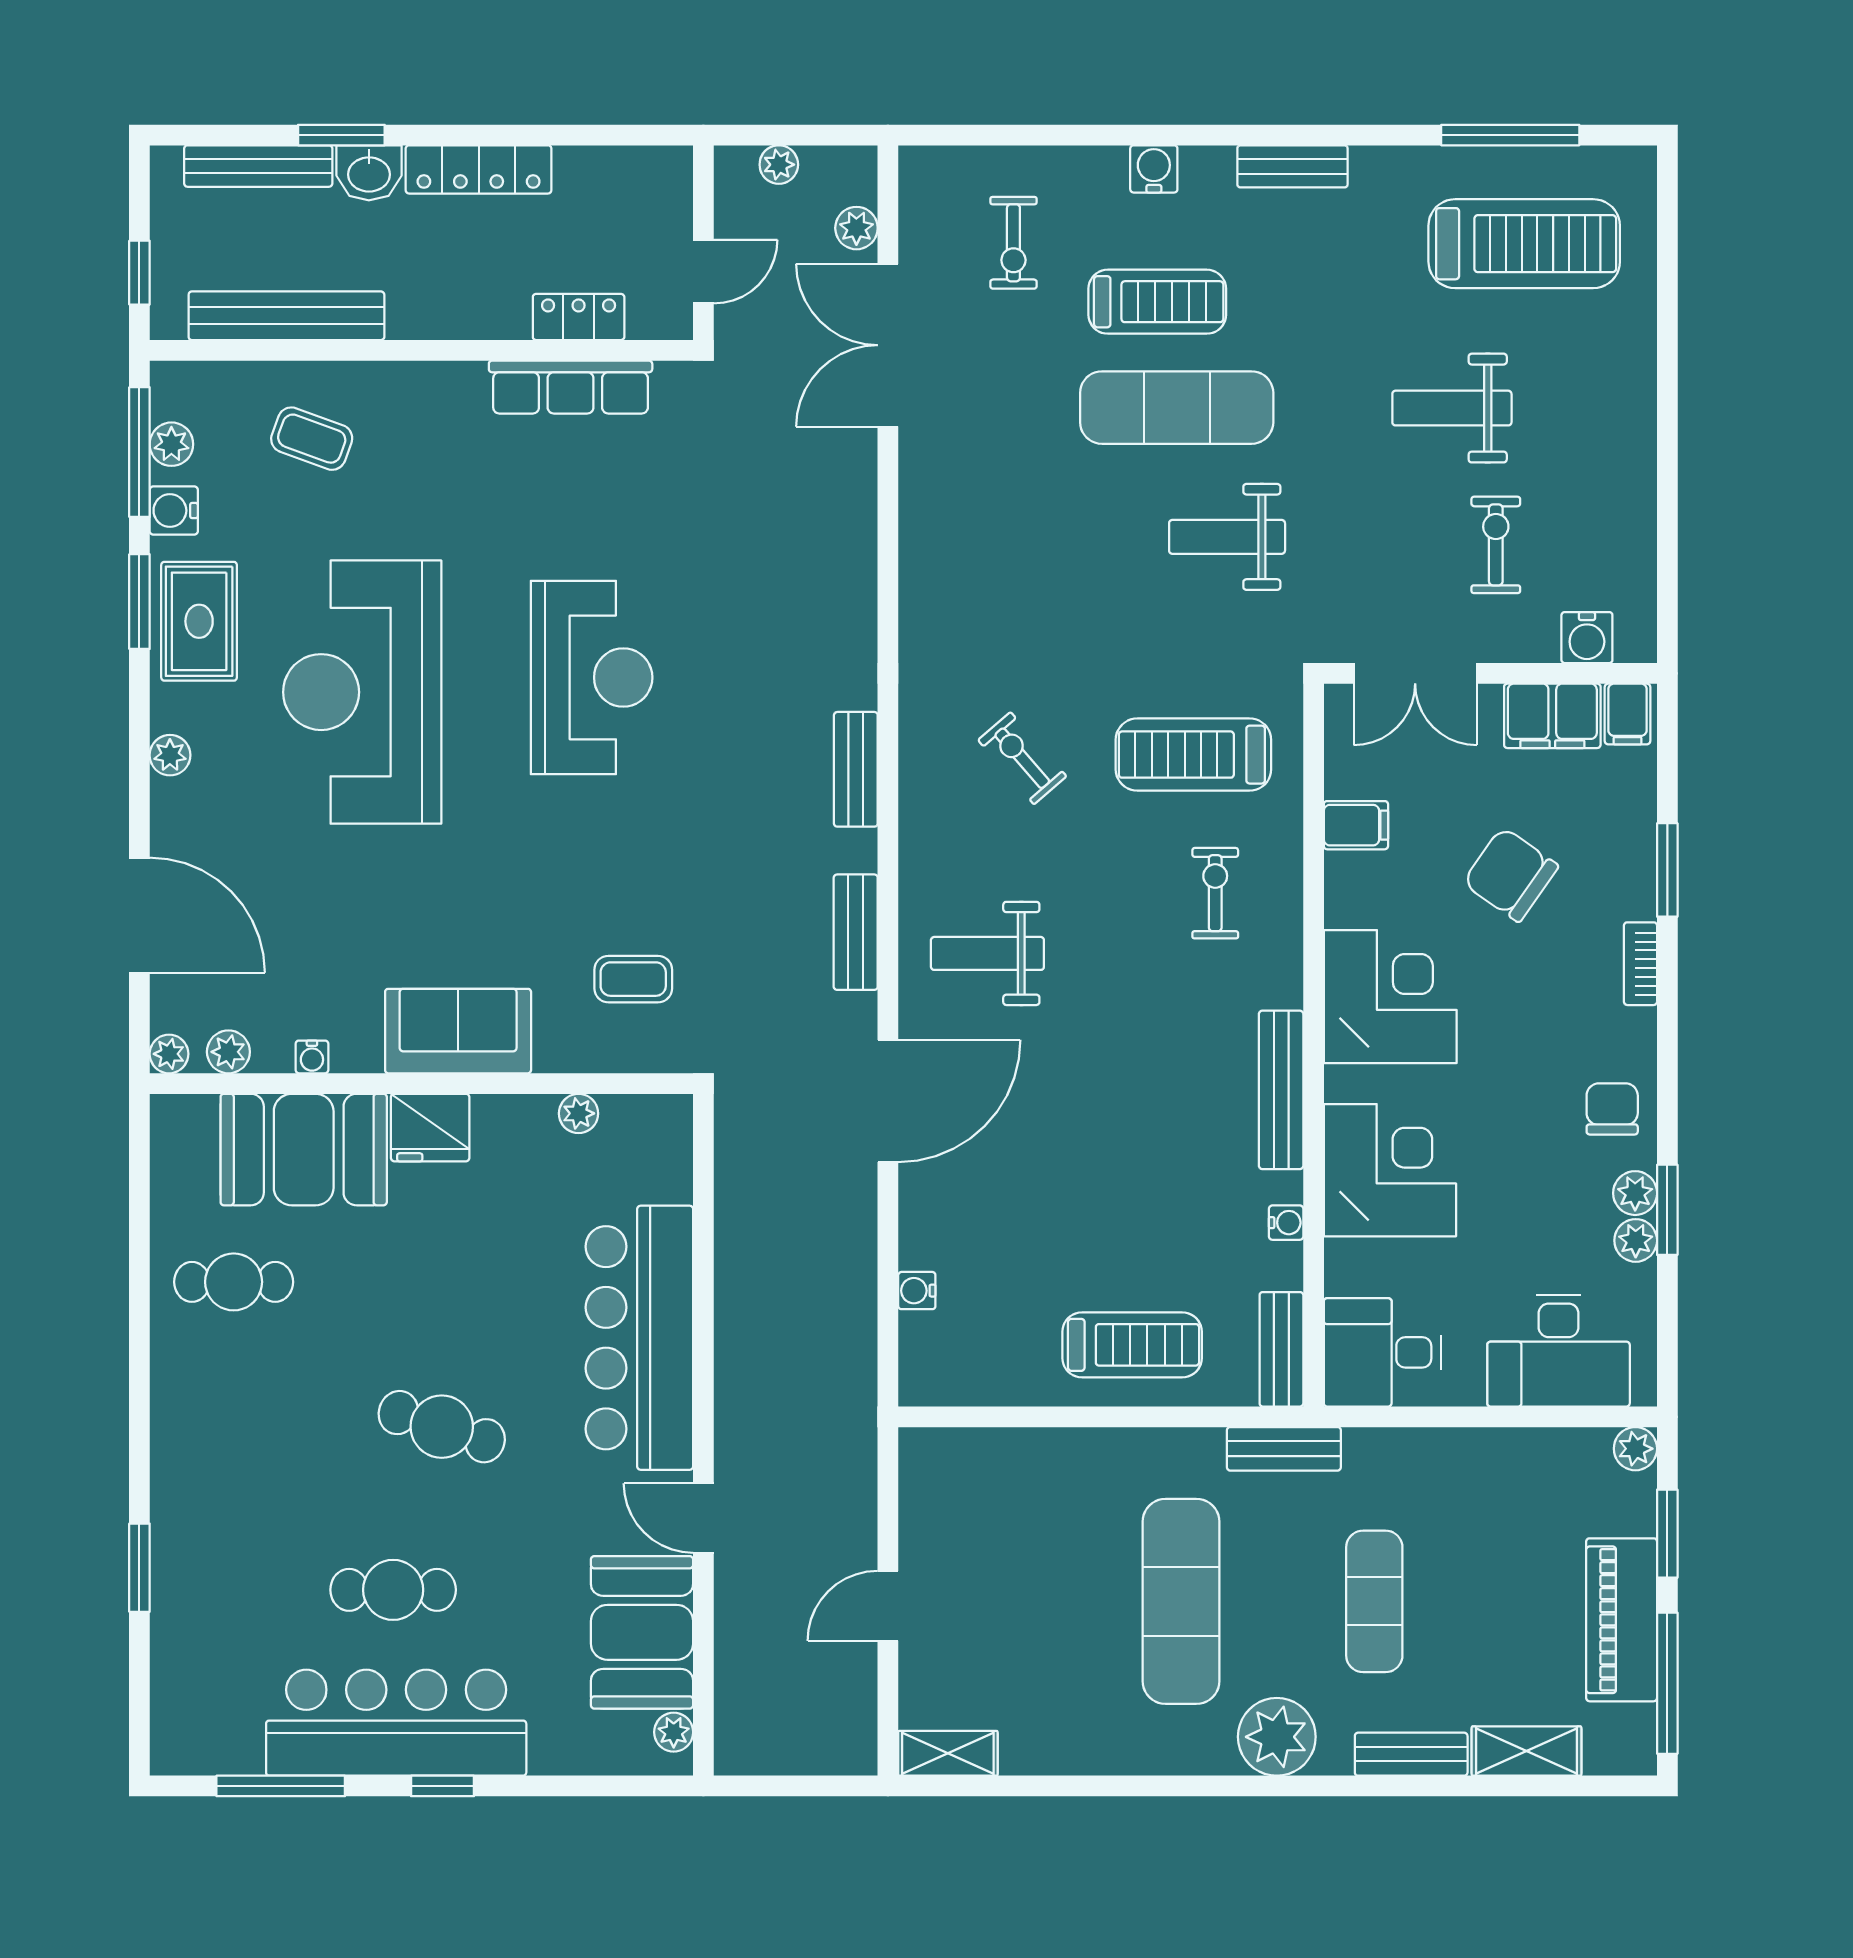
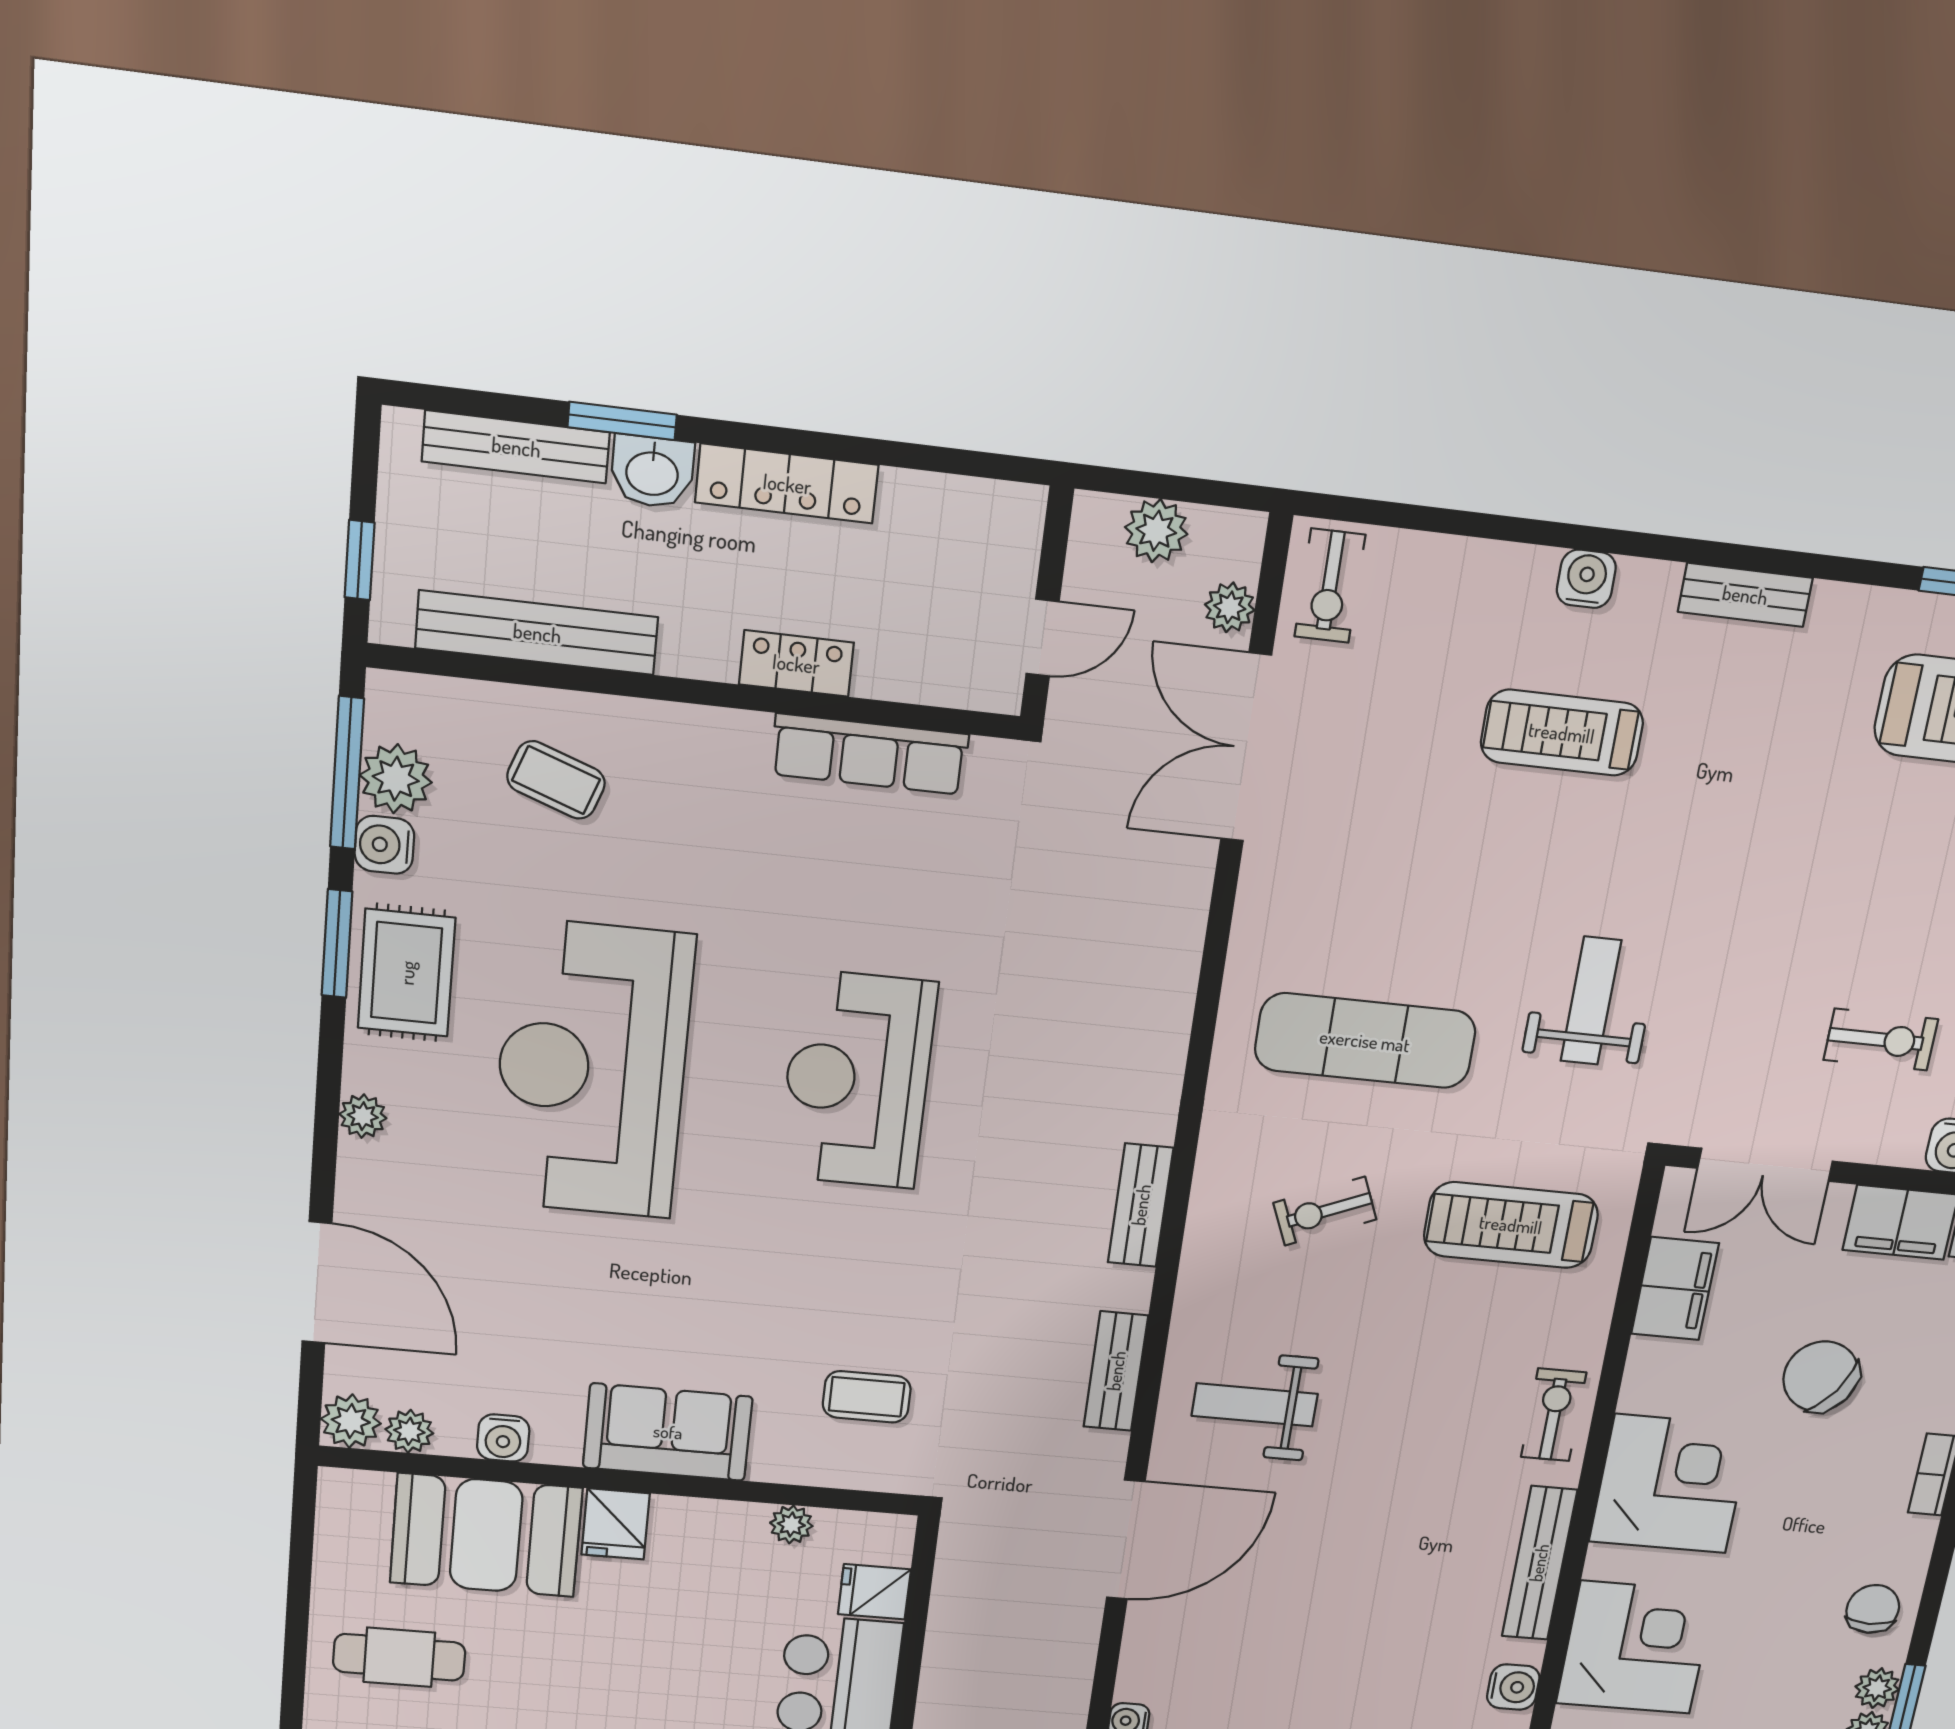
plant: (779, 165) -> (1156, 531), width x1.38, depth x1.38
exercise bike: (1013, 243) -> (1330, 586), moved
treadmill: (1157, 302) -> (1562, 733), turned 180
locker: (579, 317) -> (796, 664), moved
exercise mat: (1177, 408) -> (1365, 1041), moved
weight bench: (1452, 408) -> (1866, 888), removed
plant: (171, 444) -> (396, 779), width x1.38, depth x1.38
weight bench: (1227, 537) -> (1591, 1001), turned 90
exercise bike: (1496, 545) -> (1881, 1040), turned 90
reception desk: (592, 677) -> (857, 1080), turned 180
exercise bike: (1022, 758) -> (1325, 1211), turned -72
filing cabinet: (1356, 825) -> (1675, 1289), width x2.00
exercise bike: (1215, 893) -> (1554, 1415), moved
plant: (169, 1054) -> (351, 1421), width x1.38, depth x1.38
water cooler: (312, 1057) -> (503, 1438), width x1.38, depth x1.38
fridge: (430, 1128) -> (616, 1524), width x0.72
fridge: (662, 1175) -> (874, 1592), added
water cooler: (1286, 1223) -> (1513, 1687), width x1.38, depth x1.38

